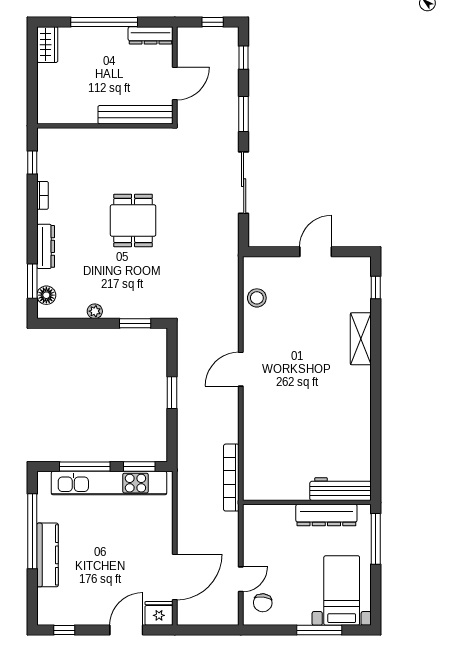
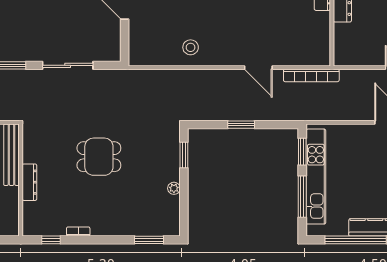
dresser: (46, 246) -> (29, 182), moved, turned 90
floor lamp: (46, 295) -> (161, 228), removed
stool: (257, 298) -> (191, 47), moved
door: (241, 369) -> (258, 68), moved

